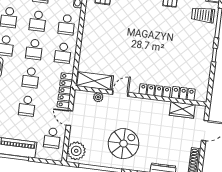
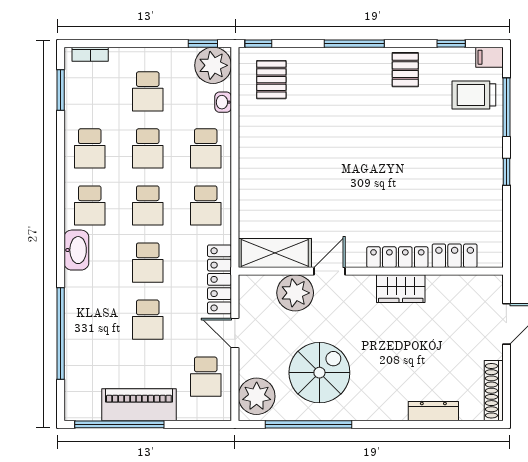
plant: (98, 97) -> (295, 293), width x1.87, depth x1.87
wardrobe: (182, 110) -> (401, 289), moved
spiral stairs: (124, 144) -> (319, 373), moved

